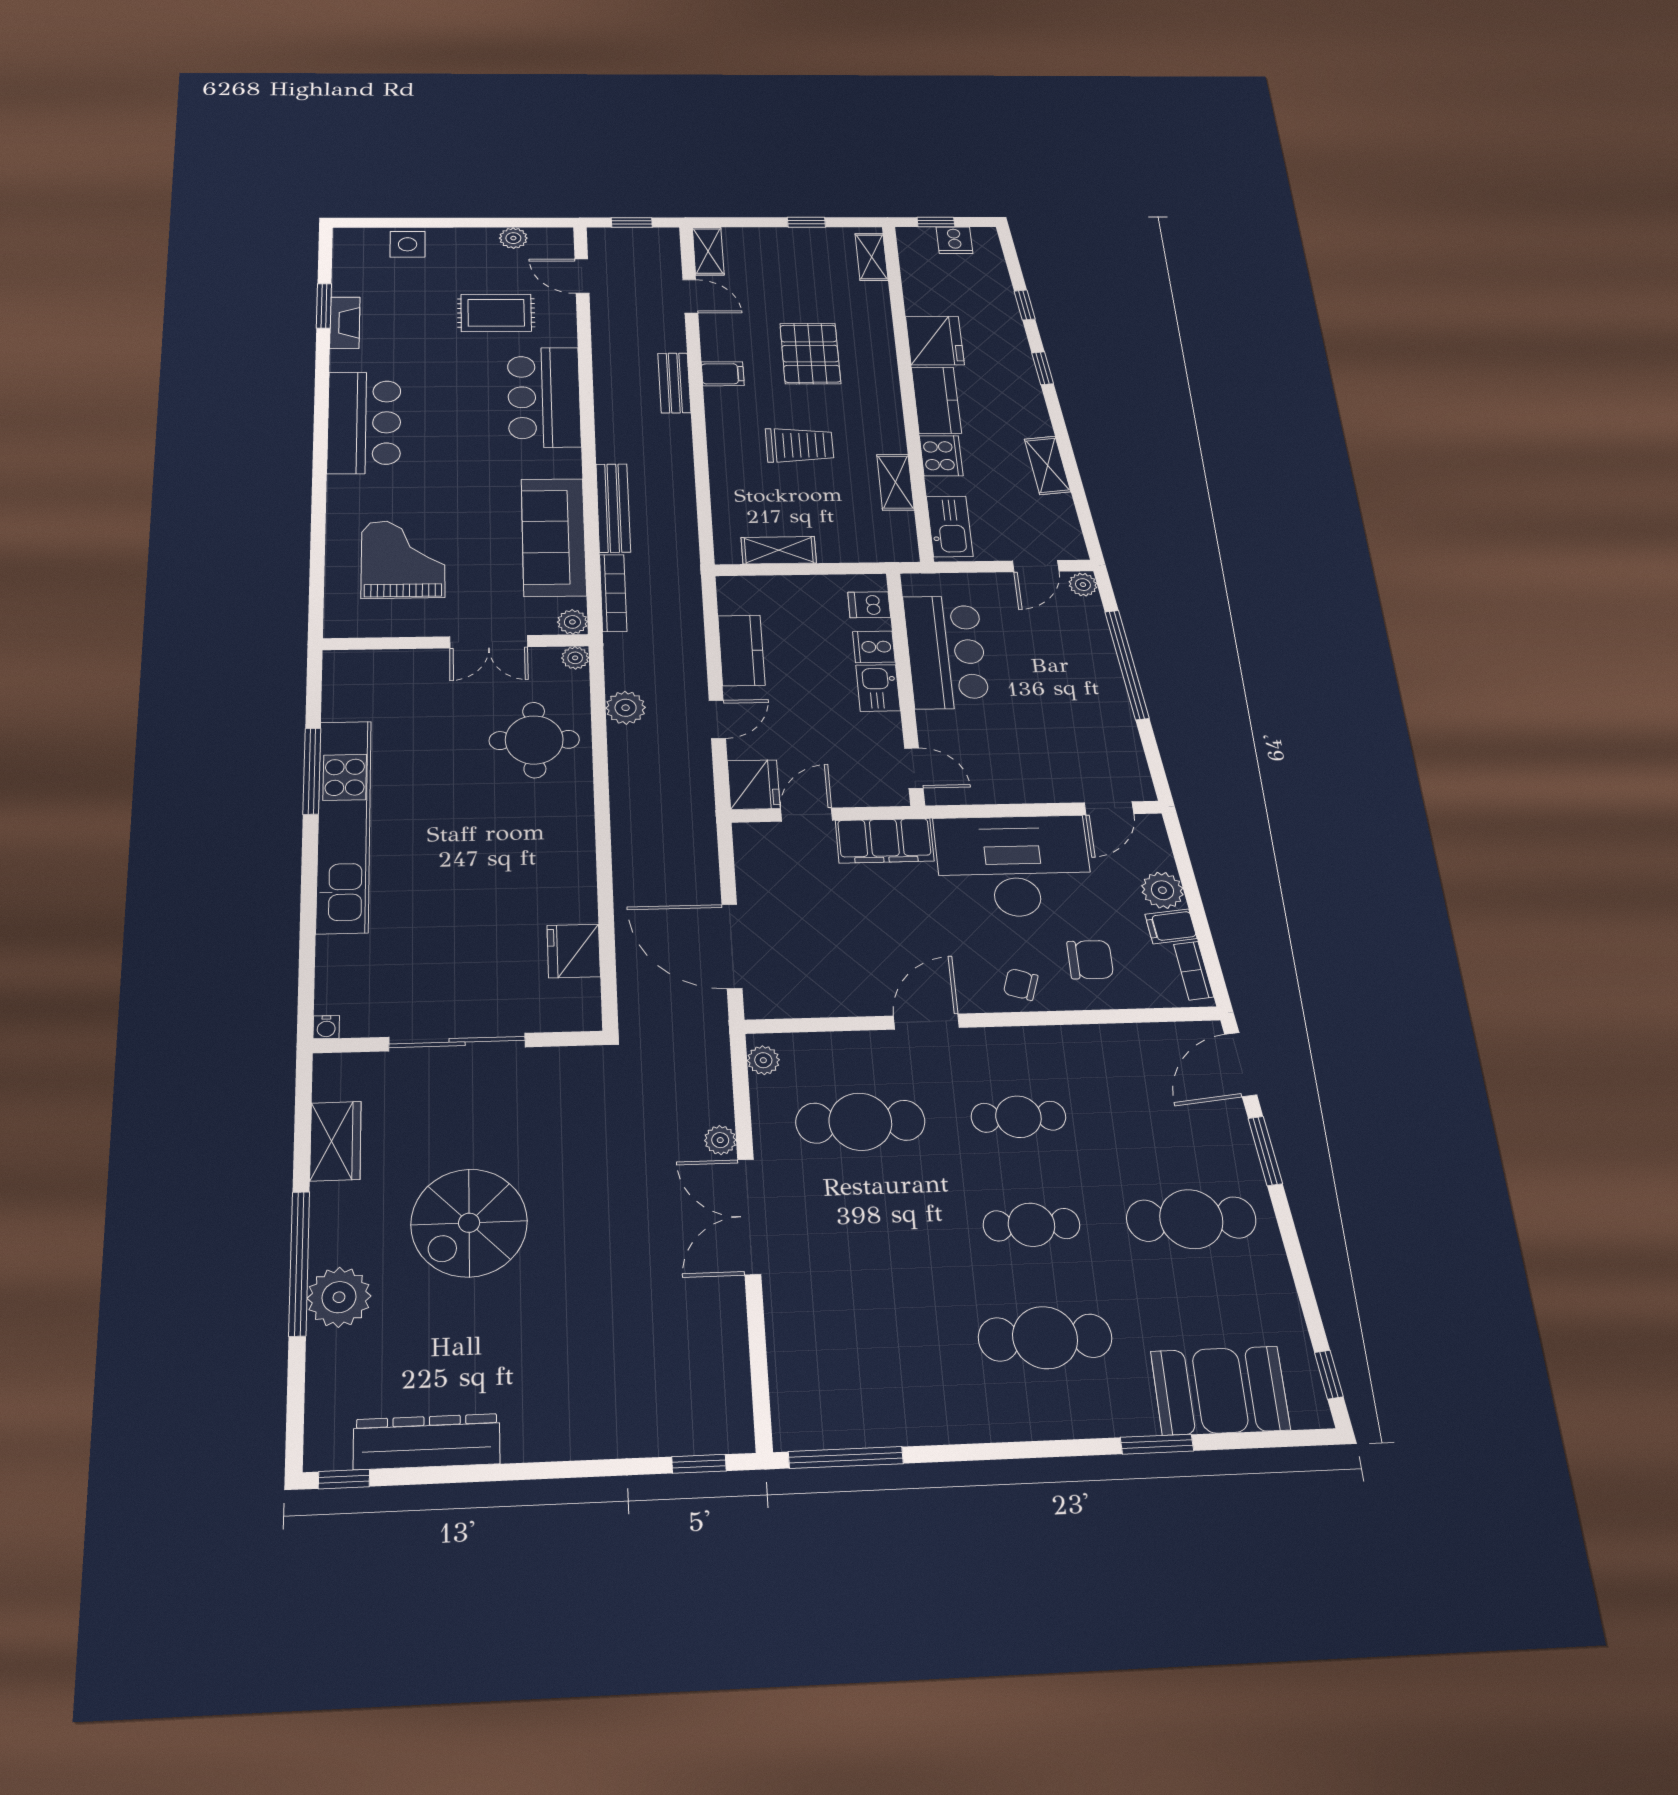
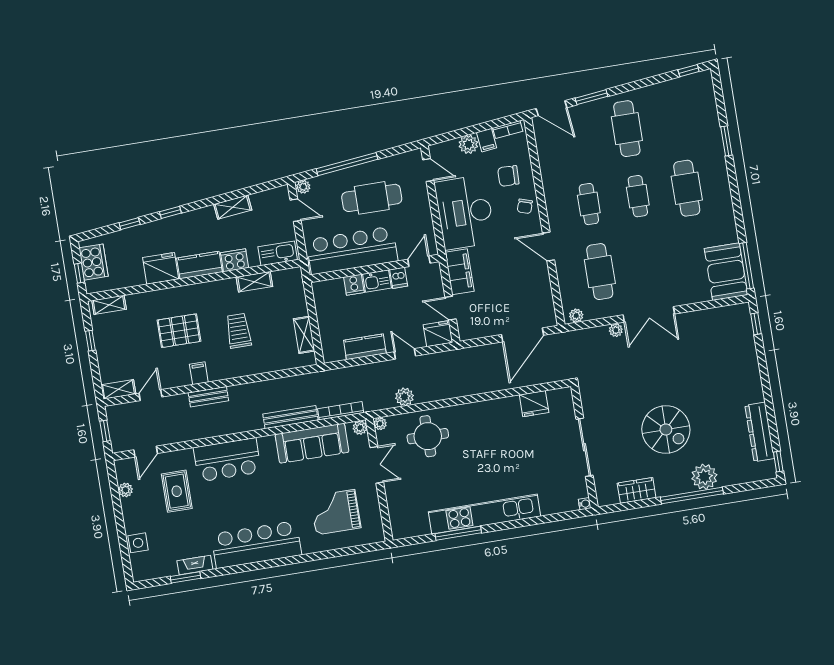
cooker: (954, 240) -> (93, 262), width x1.87, depth x1.31
bar counter: (364, 423) -> (256, 545), width x1.36
dishwasher: (869, 605) -> (399, 278), moved
bar counter: (946, 652) -> (352, 250), width x1.36
cafe table: (1054, 699) -> (372, 198), added
chair: (1090, 960) -> (508, 176), turned -89
booth: (1220, 1391) -> (726, 272), moved

